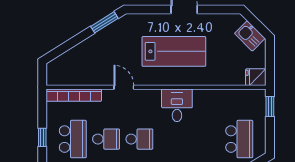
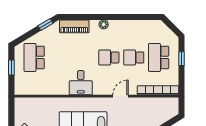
fridge: (256, 77) -> (22, 104), removed
door: (124, 87) -> (120, 96), swing flipped
window: (270, 107) -> (11, 67), moved

